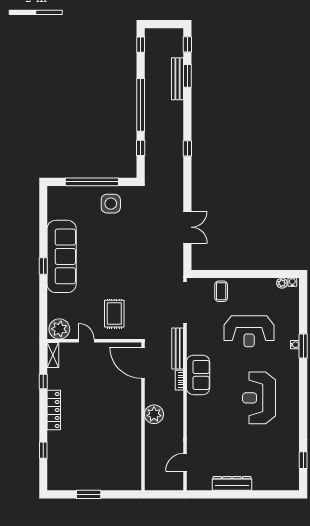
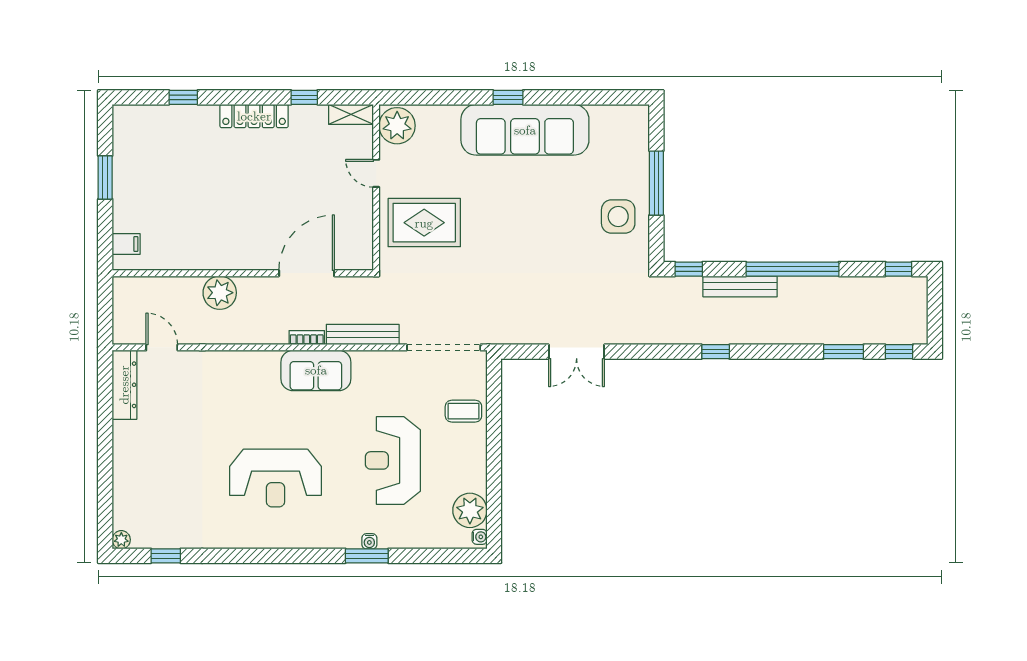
bench: (178, 79) -> (740, 286), moved
window: (141, 148) -> (689, 269), moved
window: (92, 182) -> (656, 183), width x0.68
plant: (282, 283) -> (470, 510), width x1.87, depth x1.87
rug: (114, 314) -> (424, 223), width x1.36, depth x1.43
door: (86, 341) -> (376, 173), swing flipped
door: (143, 363) -> (307, 273), moved
reception desk: (259, 398) -> (275, 478), turned 180
plant: (154, 414) -> (220, 293), moved
filing cabinet: (126, 483) -> (126, 244), added
dresser: (232, 483) -> (124, 385), moved
plant: (294, 485) -> (121, 540), added

